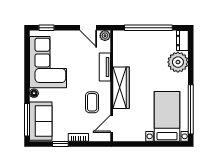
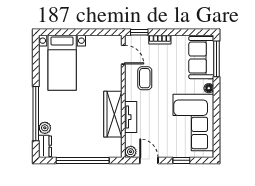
window: (46, 28) -> (181, 160), moved
plant: (178, 62) -> (45, 128), width x0.53, depth x0.53
wardrobe: (121, 88) -> (113, 114), moved
window: (191, 109) -> (36, 114), moved
door: (112, 124) -> (123, 55), hinge flipped
window: (60, 144) -> (139, 32), moved

